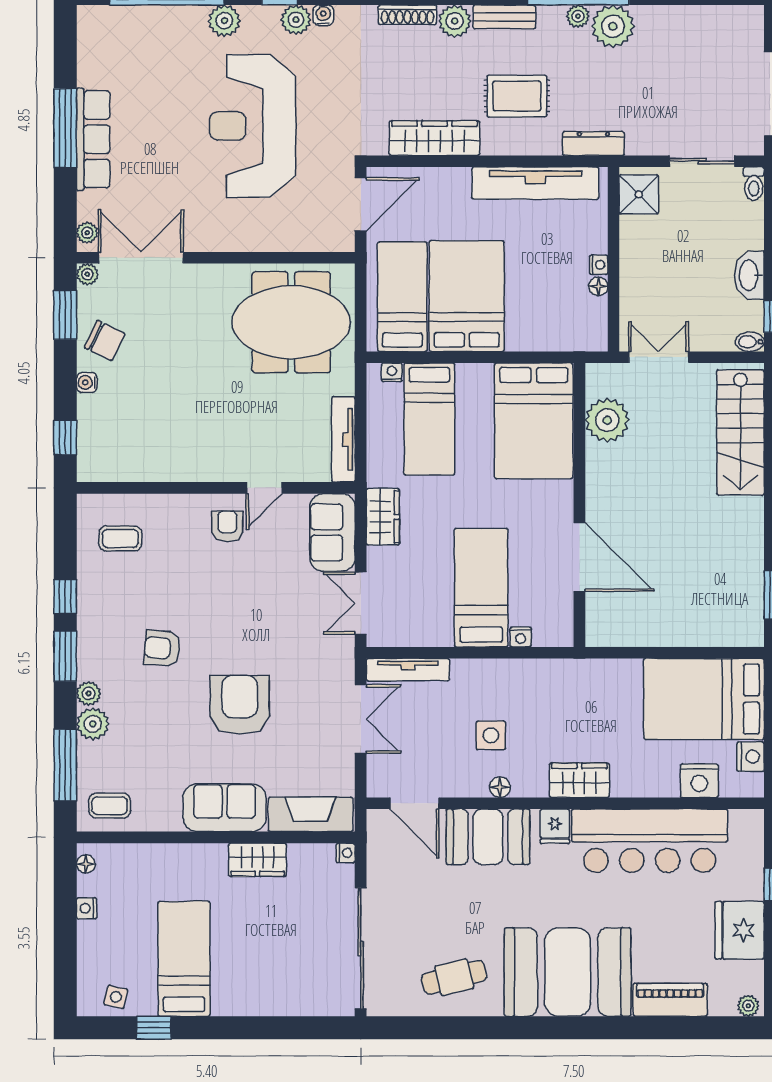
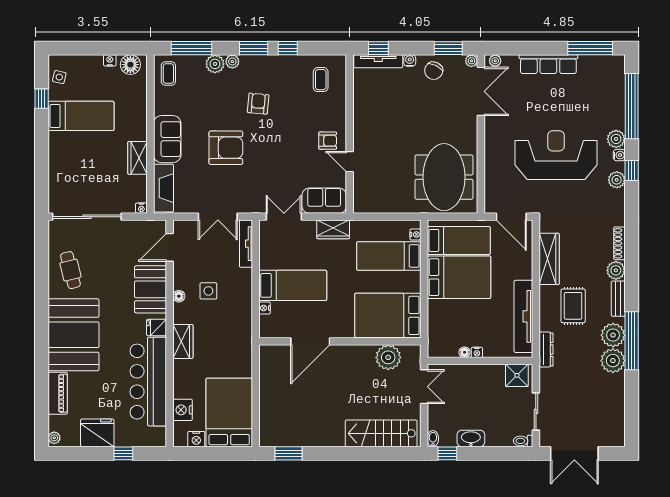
water cooler: (323, 15) -> (619, 155), moved
plant: (578, 16) -> (613, 335), width x1.88, depth x1.88
window: (65, 128) -> (590, 48), moved
tv unit: (343, 439) -> (378, 61), moved, turned 180
floor lamp: (86, 864) -> (130, 65), width x1.89, depth x1.89

